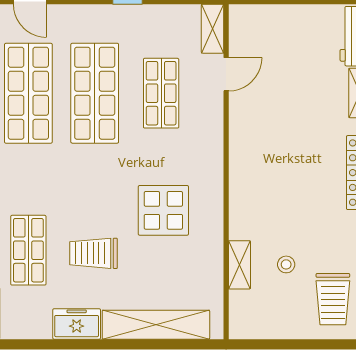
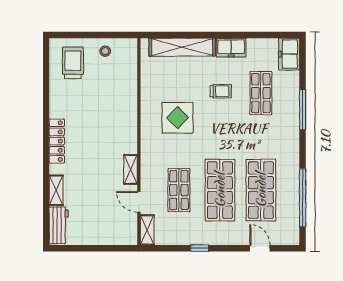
door: (226, 74) -> (139, 202), hinge flipped
trolley: (93, 253) -> (221, 91), width x0.73, depth x0.72
stool: (286, 264) -> (105, 51), moved
shelving: (239, 265) -> (131, 169), moved

